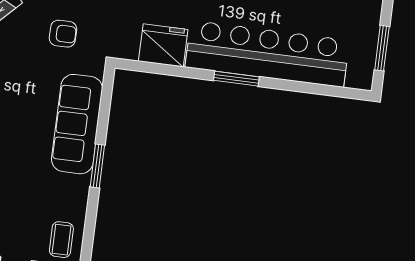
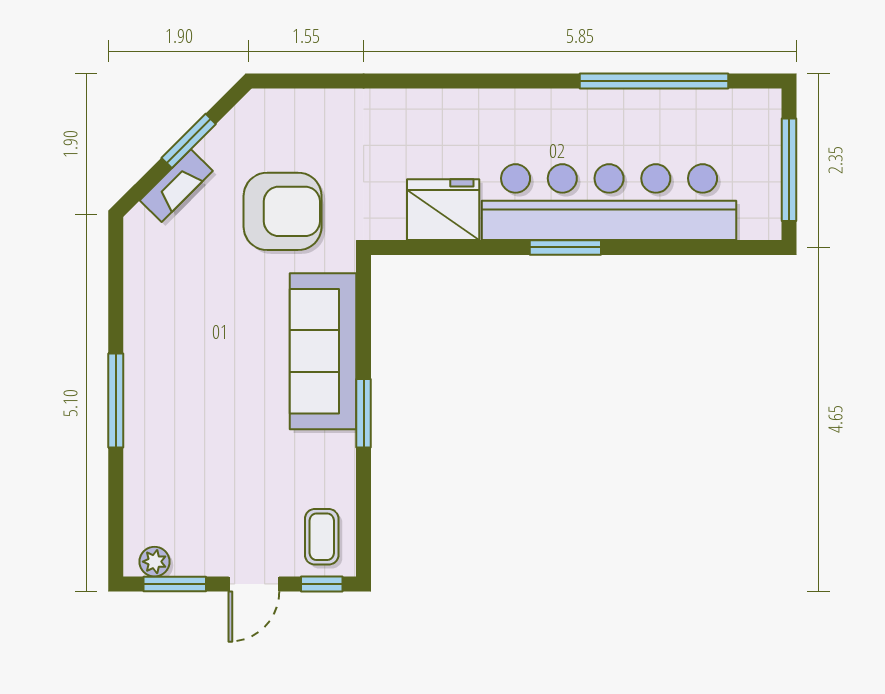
armchair: (63, 34) -> (283, 211), width x1.88, depth x1.88
window: (382, 48) -> (789, 170), width x1.44

